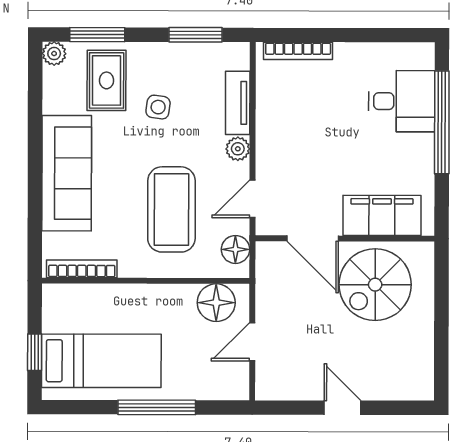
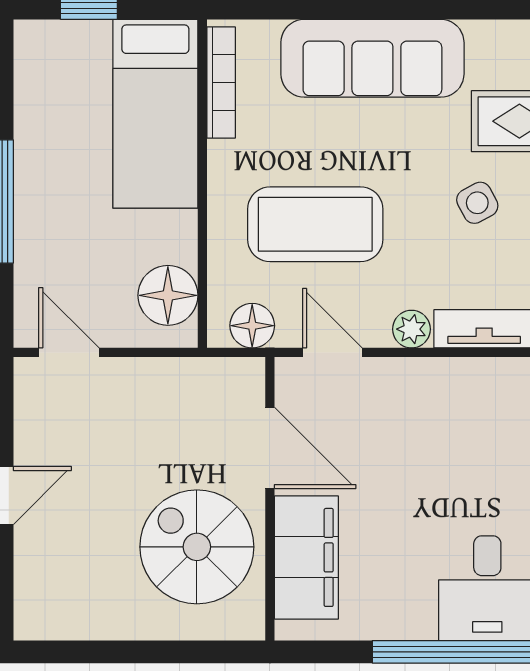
side table: (158, 107) -> (477, 203), turned -36
door: (313, 238) -> (270, 448), swing flipped
door: (252, 342) -> (69, 352), moved
bed: (101, 361) -> (155, 114), moved

